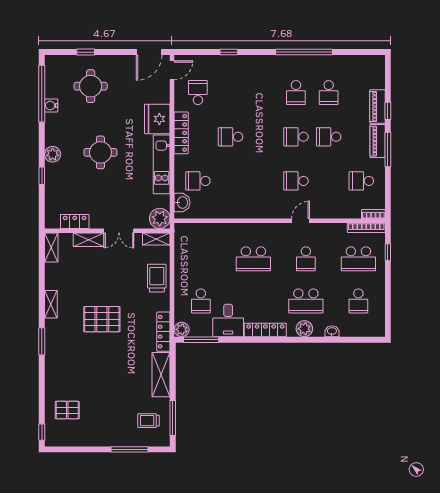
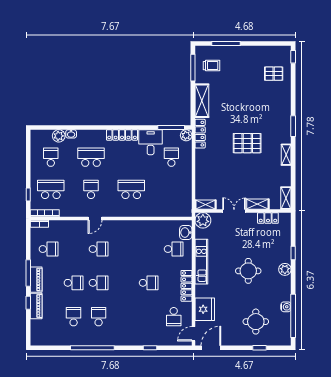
fridge: (157, 119) -> (205, 309), moved
trolley: (157, 278) -> (205, 175), removed
plant: (304, 329) -> (59, 136), moved

